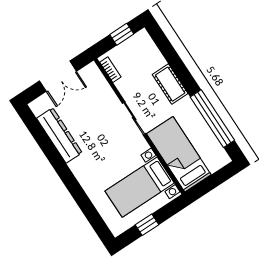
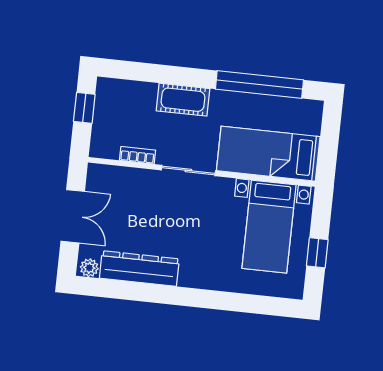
bookcase: (110, 70) -> (138, 155), moved
plant: (37, 108) -> (89, 268), added

